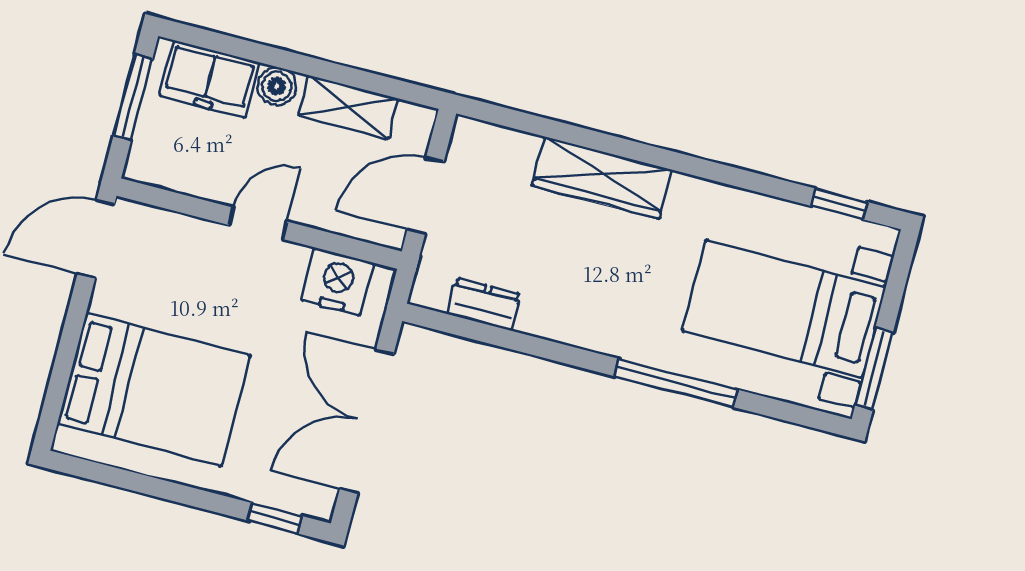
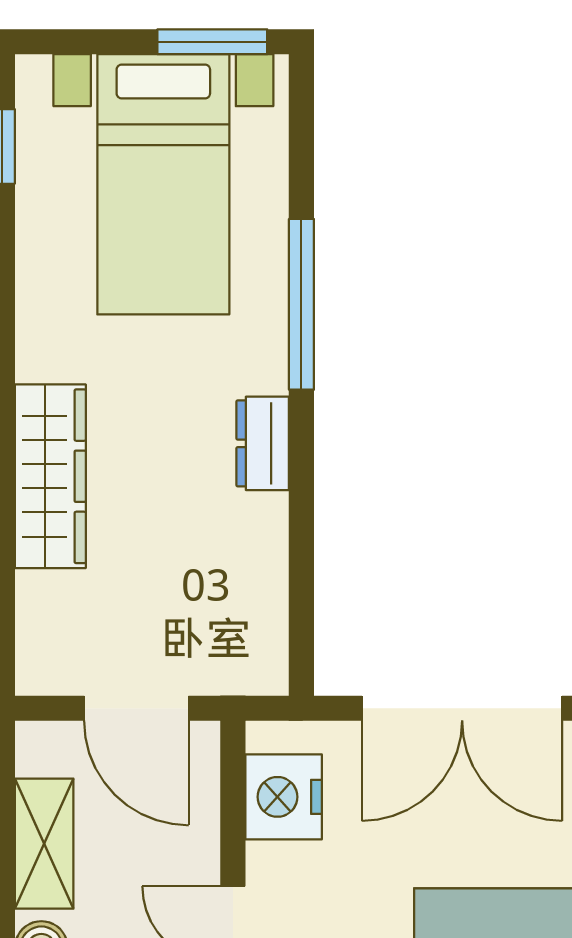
dresser: (484, 304) -> (263, 443), moved

